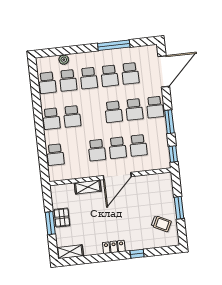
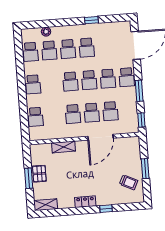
window: (114, 45) -> (91, 20), width x0.46
school desk: (130, 73) -> (105, 46), removed
school desk: (72, 116) -> (70, 82), moved
door: (117, 176) -> (100, 137), moved

